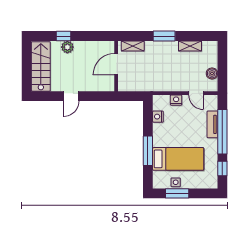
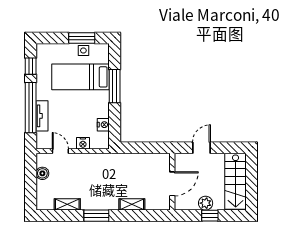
door: (116, 64) -> (172, 184), moved
wall: (116, 66) -> (172, 182), moved

